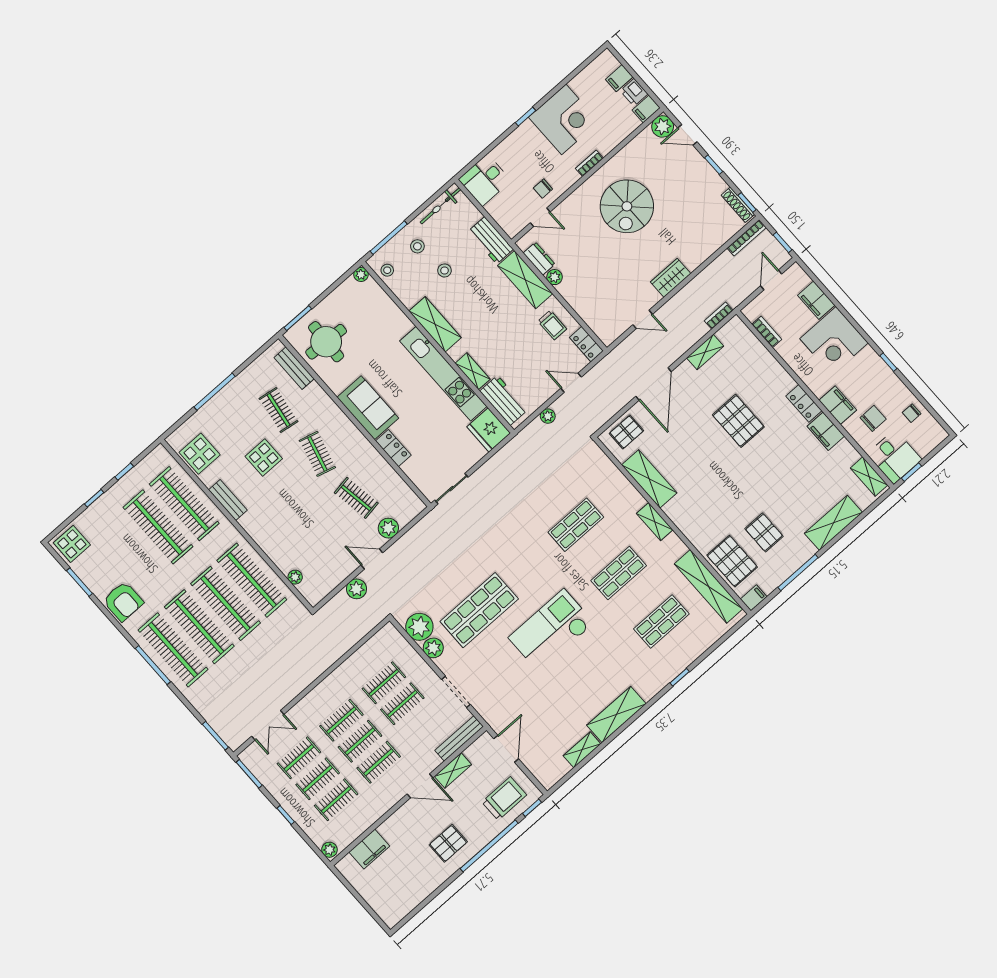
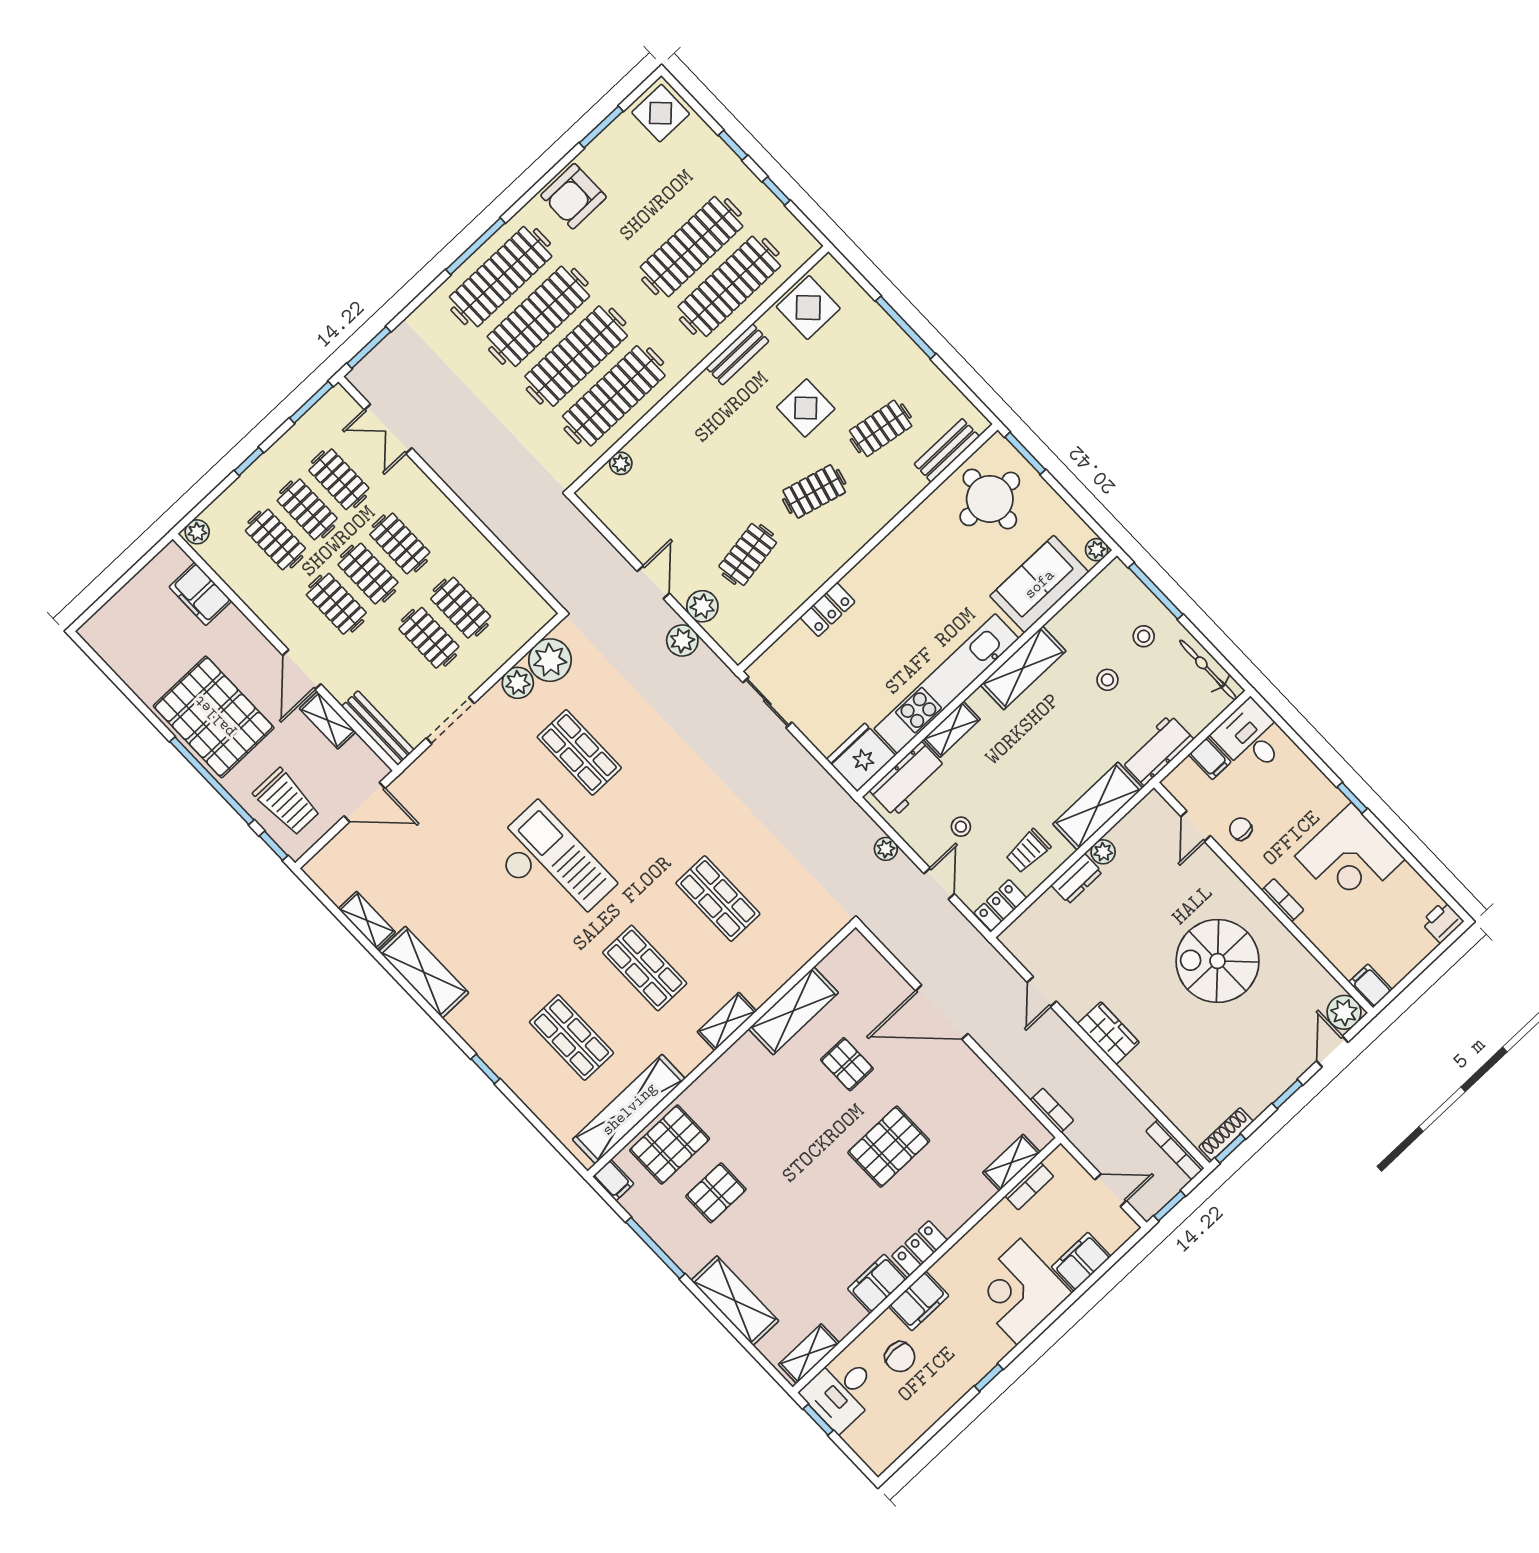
filing cabinet: (619, 78) -> (1210, 758), moved, turned 180
printer: (634, 92) -> (1442, 922), moved
dresser: (539, 259) -> (1077, 879), moved
stool: (387, 270) -> (961, 827), moved
shelving: (705, 352) -> (1011, 1162), moved, turned 90
sofa: (368, 408) -> (1039, 584), moved, turned 180
chair: (912, 413) -> (910, 1417), removed
pallet: (626, 432) -> (847, 1064), moved
plant: (356, 589) -> (682, 641), moved
shop shelf: (479, 610) -> (579, 752), width x0.70, depth x0.74
pallet: (448, 843) -> (214, 717), width x2.05, depth x2.00

